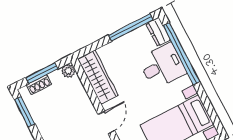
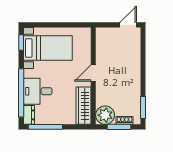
plant: (68, 71) -> (105, 115), width x1.87, depth x1.87
window: (213, 114) -> (21, 43), added

